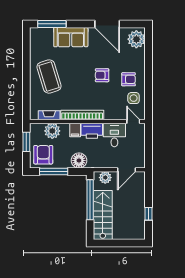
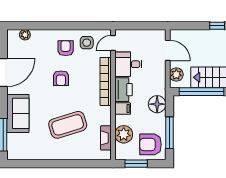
plant: (136, 39) -> (25, 35), width x0.53, depth x0.53
coffee table: (49, 76) -> (68, 125), moved
bookcase: (82, 115) -> (106, 81), moved

